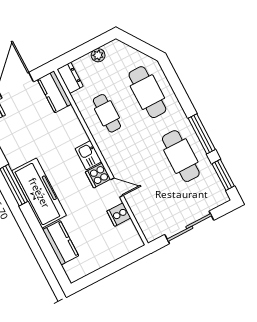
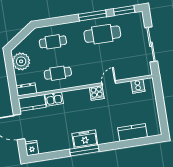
plant: (98, 55) -> (21, 61), width x1.87, depth x1.87
cafe table: (147, 92) -> (53, 42), width x0.73, depth x0.74
kitchen sink: (88, 155) -> (54, 99), moved
freezer: (39, 193) -> (85, 139), width x0.52, depth x0.79
cooker: (119, 215) -> (138, 86), moved

